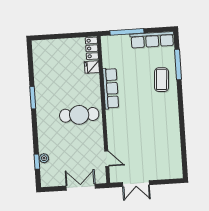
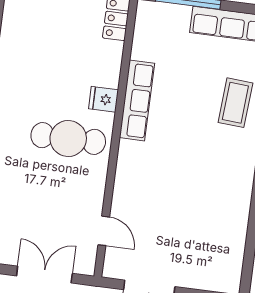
fridge: (92, 67) -> (104, 99), moved

